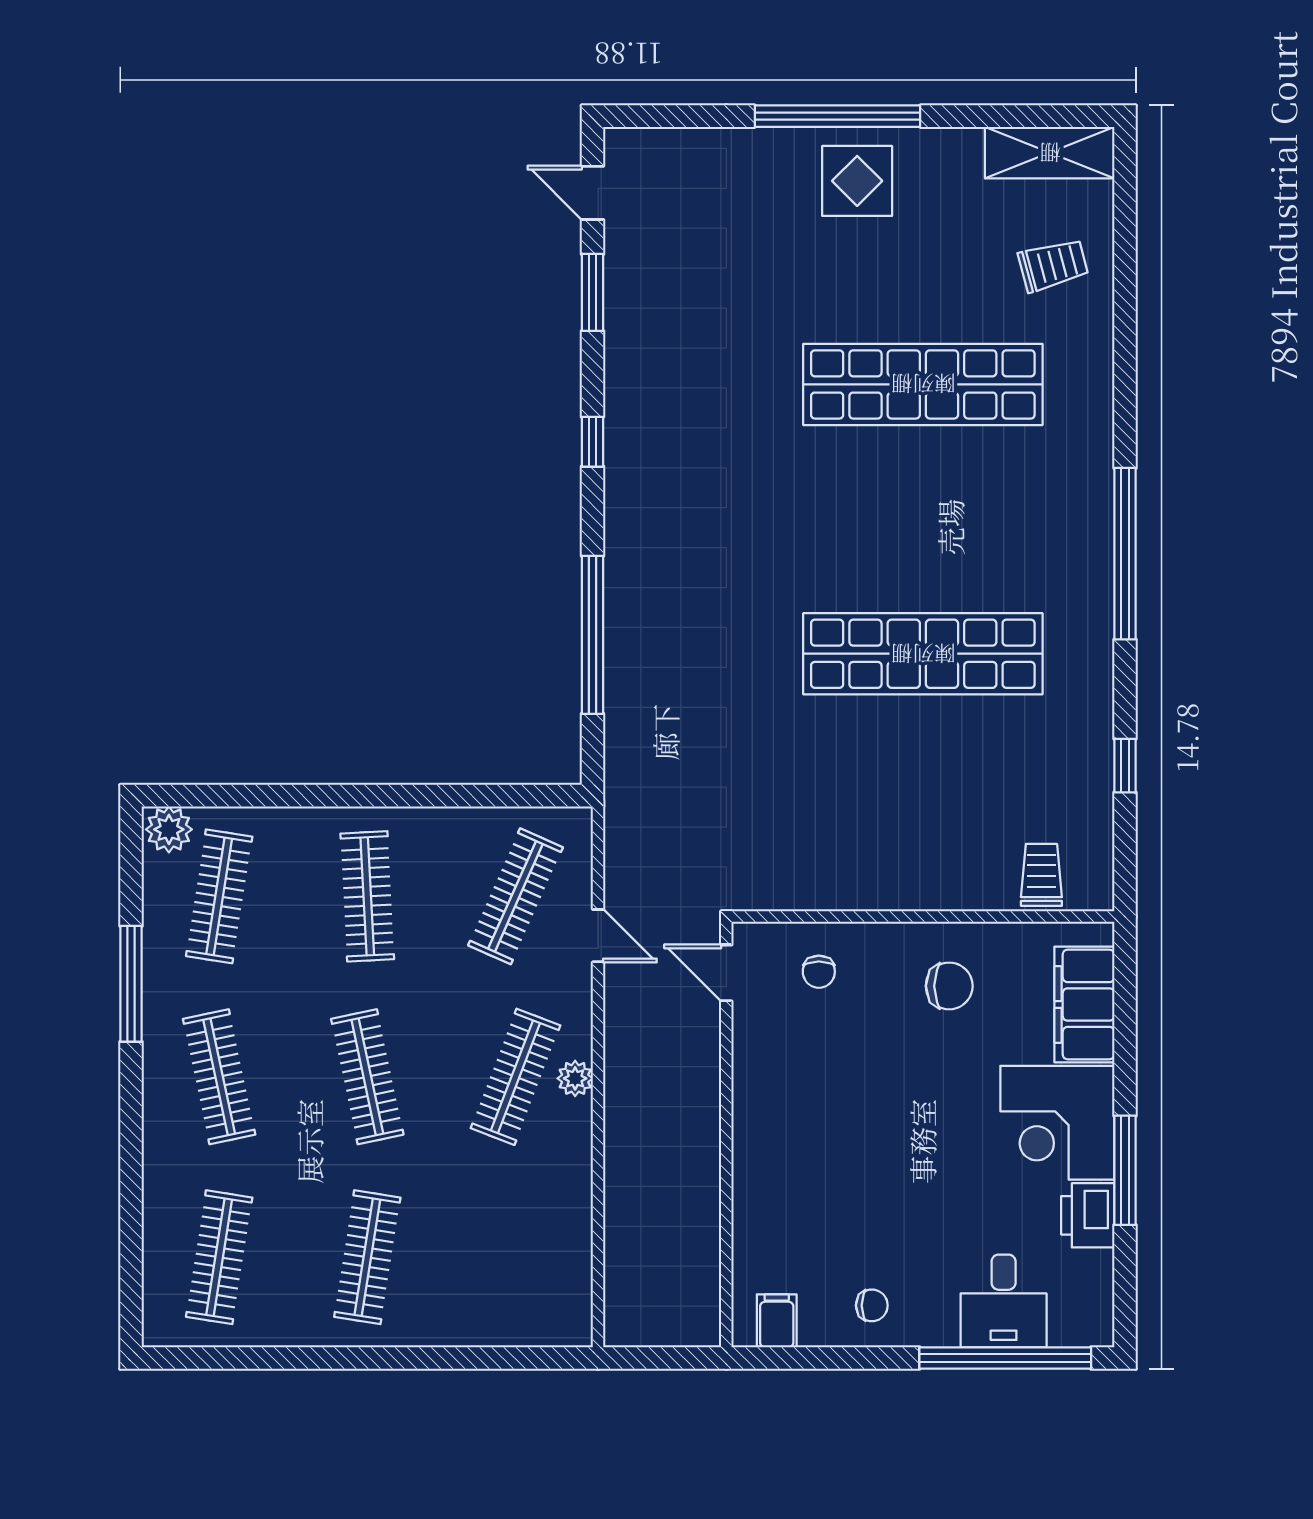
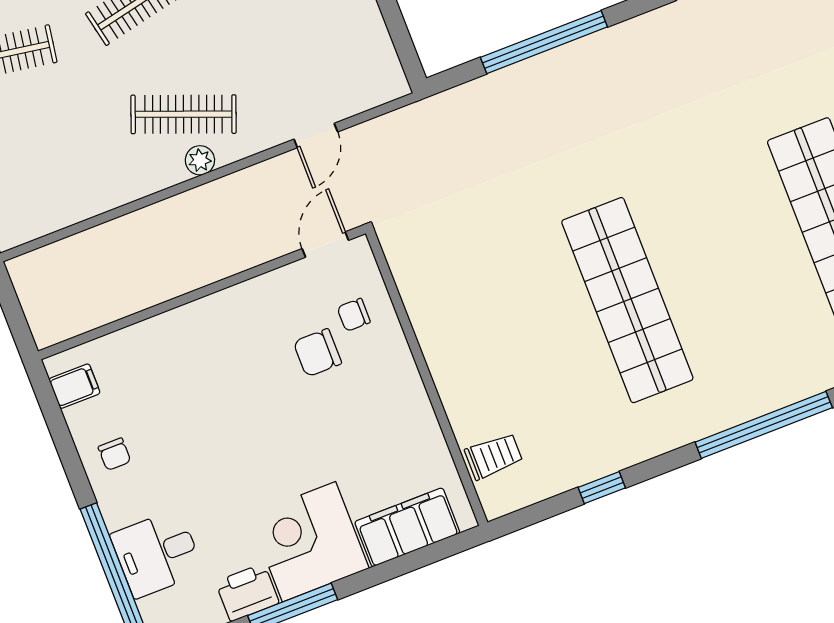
clothes rail: (515, 896) -> (321, 61), removed
chair: (949, 986) -> (317, 353), moved, turned 90

